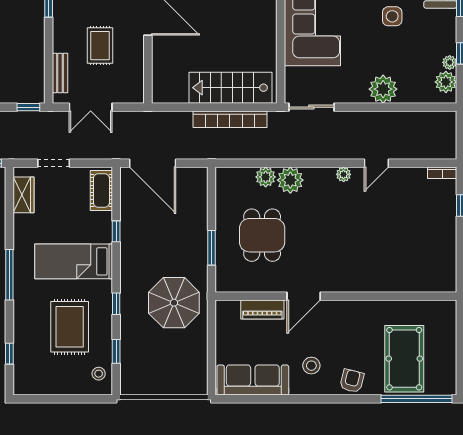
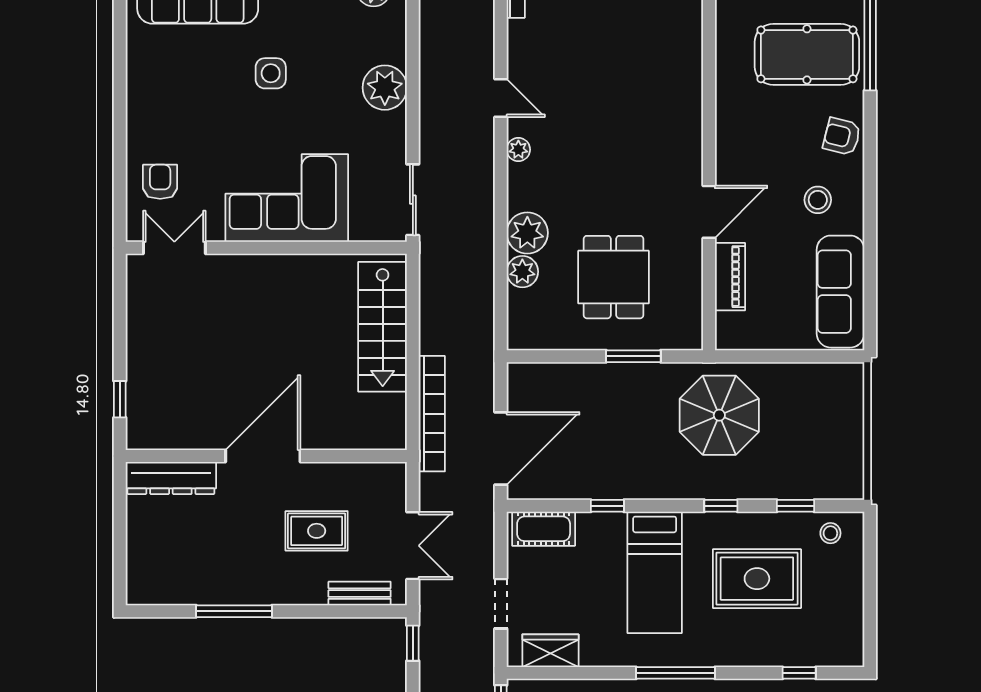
bookcase: (230, 119) -> (432, 414), moved
dining table: (262, 235) -> (614, 277), turned 90
door: (304, 296) -> (709, 212), hinge flipped

